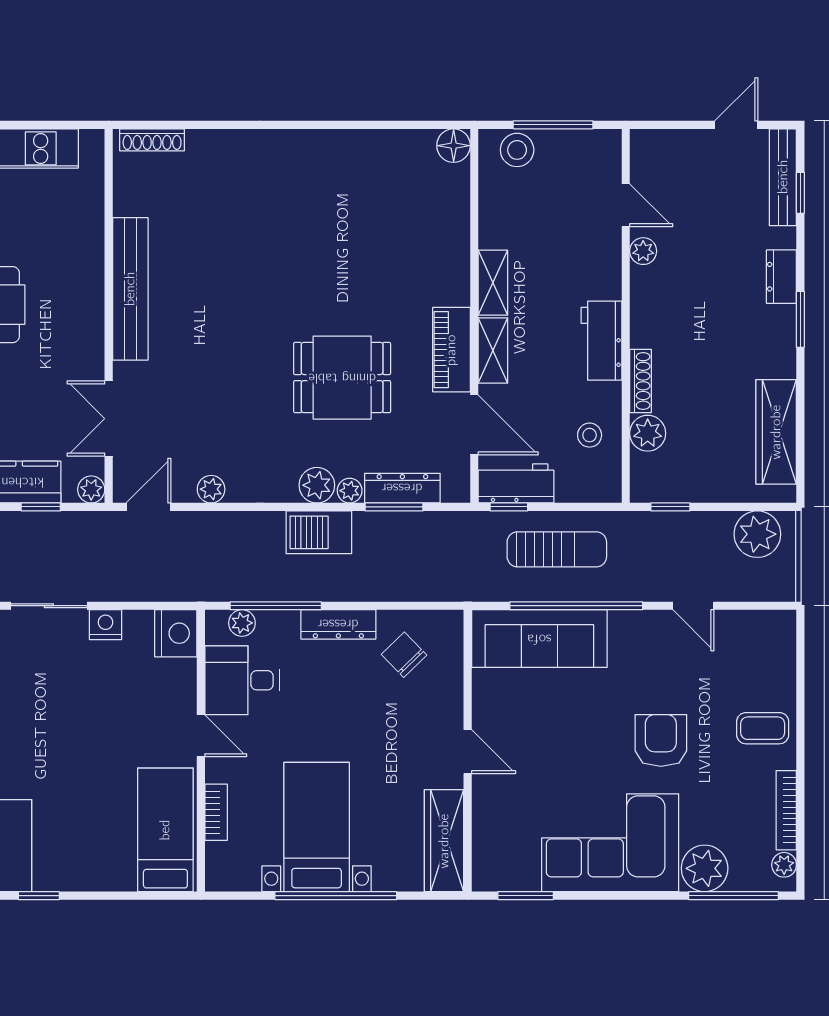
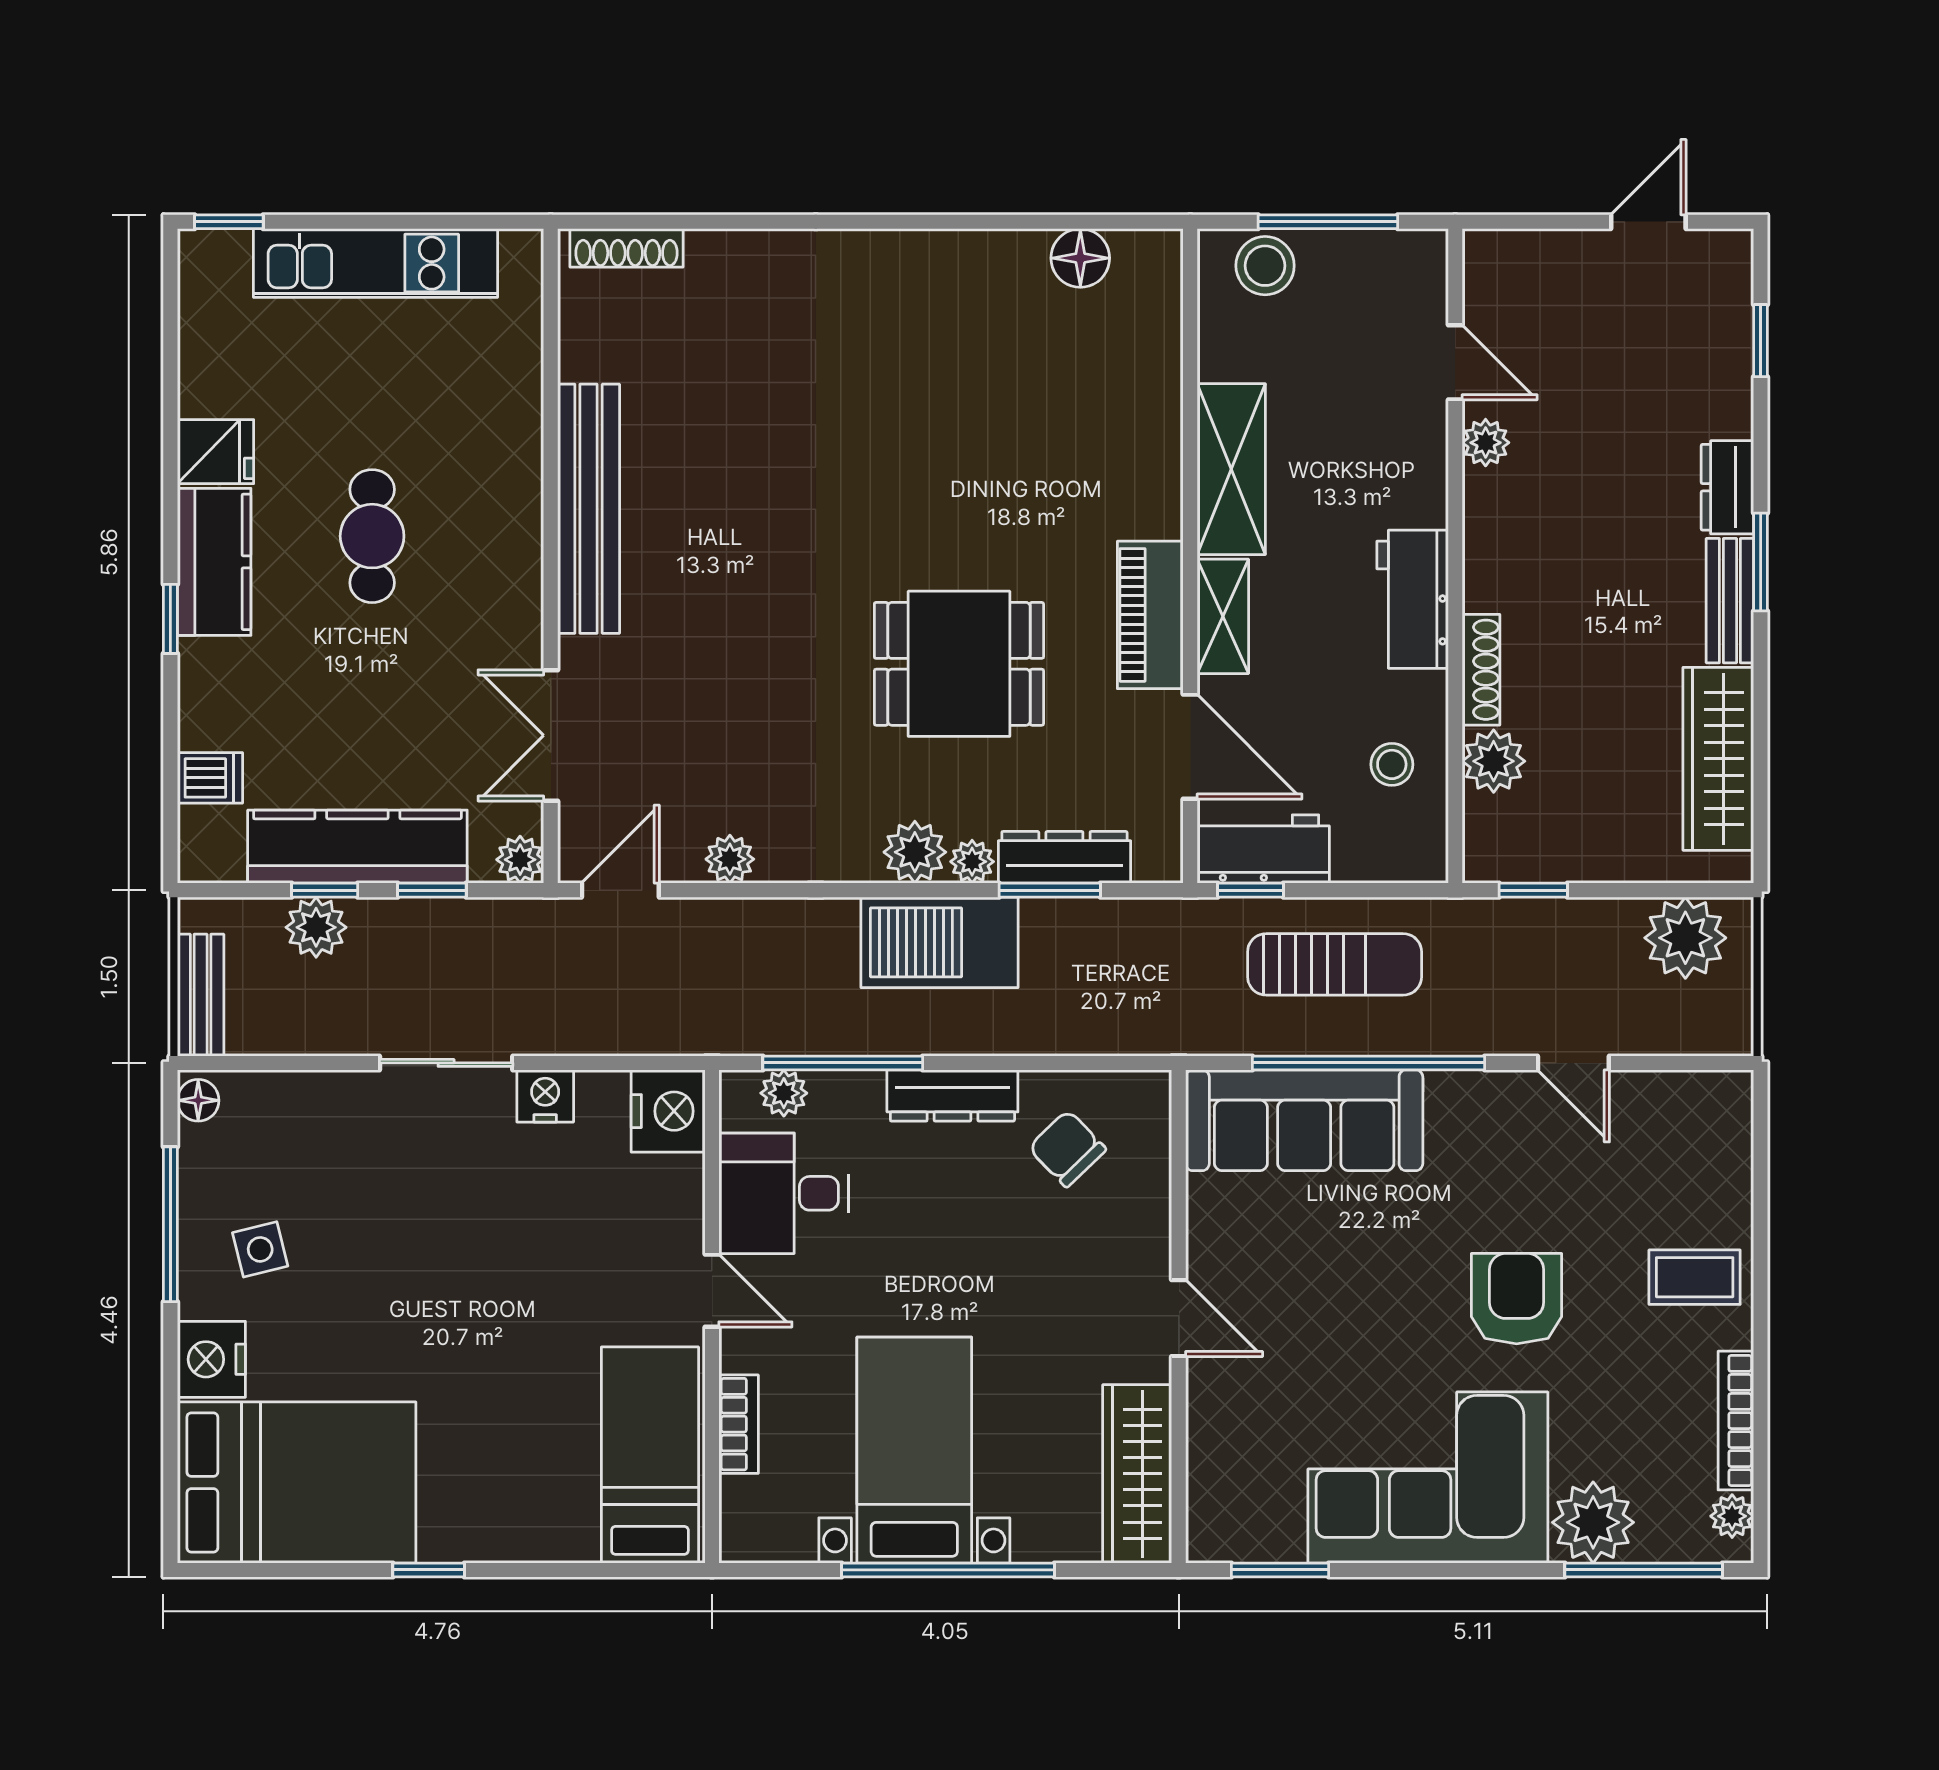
floor lamp: (454, 146) -> (1080, 258), moved
bench: (783, 177) -> (1730, 601), moved, width x0.73
shelving: (493, 283) -> (1231, 469), width x1.50, depth x1.33
barbecue: (319, 532) -> (940, 942), width x1.37, depth x1.21

